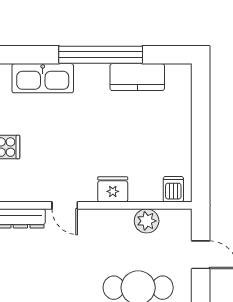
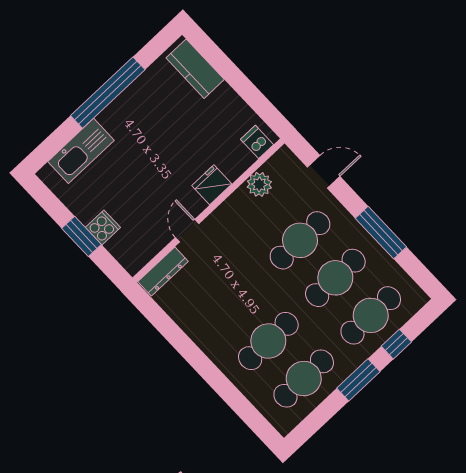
kitchen counter: (137, 77) -> (195, 69), moved, turned 90
door: (65, 205) -> (187, 231), swing flipped

